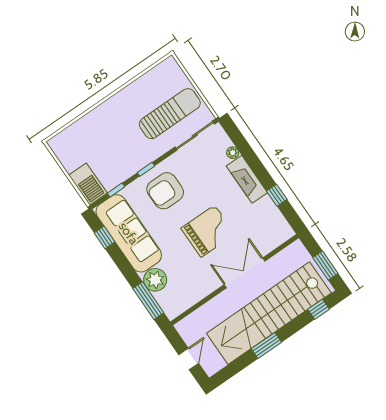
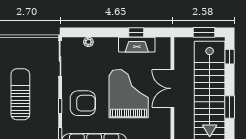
sun lounger: (170, 114) -> (20, 94), moved
fireplace: (247, 179) -> (137, 45), moved
armchair: (165, 191) -> (83, 103), turned -90
grand piano: (208, 231) -> (129, 94), width x1.37, depth x1.48

